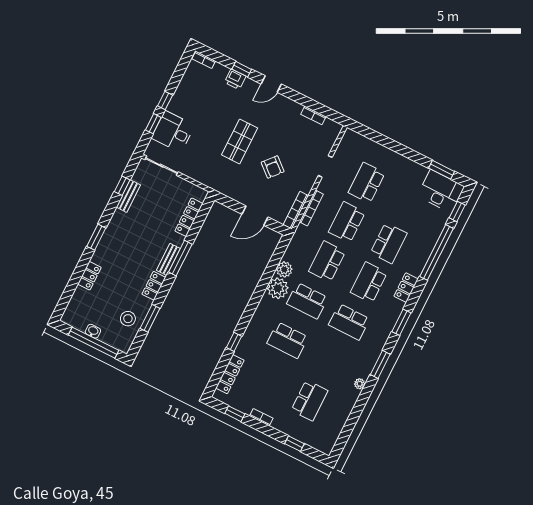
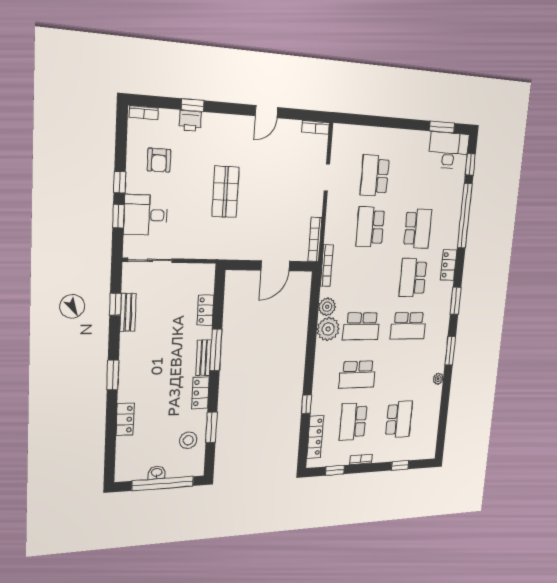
door: (271, 84) -> (266, 112), moved
bookcase: (313, 115) -> (316, 127), moved
armchair: (273, 167) -> (159, 160), moved, turned 49
bookcase: (311, 208) -> (327, 266), moved
locker: (189, 217) -> (205, 310), width x0.66
school desk: (327, 261) -> (353, 422), moved

